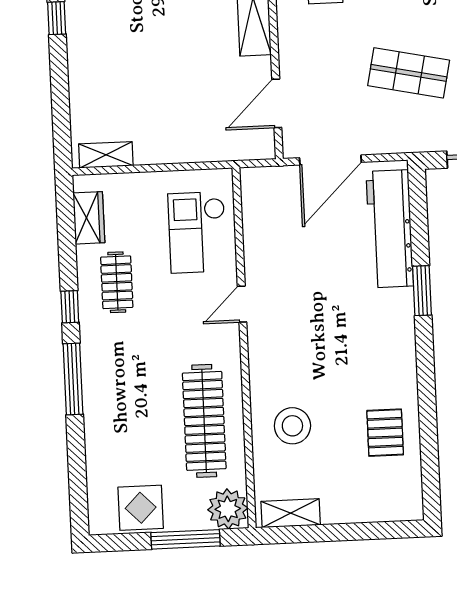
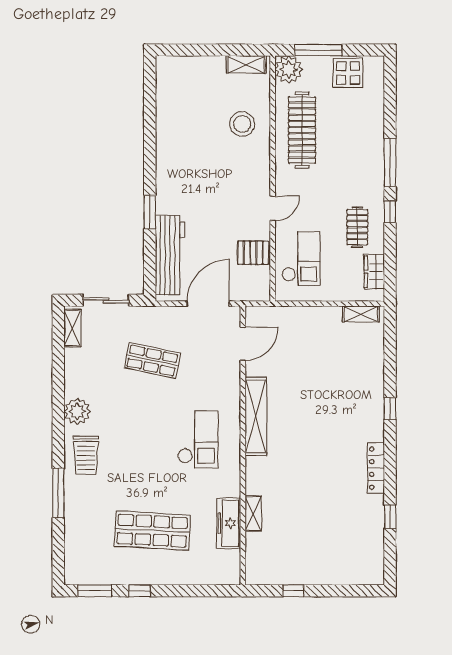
pallet: (385, 433) -> (253, 253), moved, turned 90

